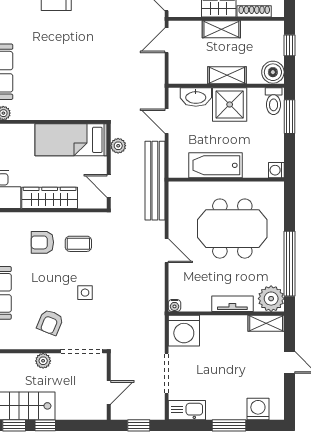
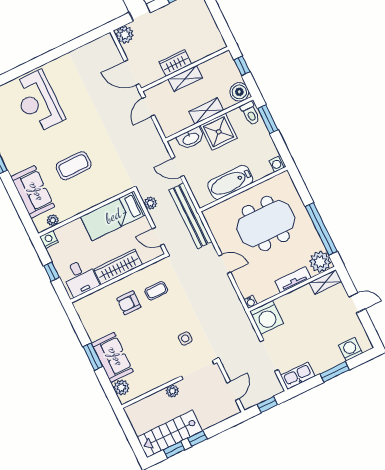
shoe rack: (254, 11) -> (203, 53), removed
coffee table: (55, 65) -> (74, 166), added
side table: (85, 293) -> (185, 338), moved
armchair: (50, 322) -> (164, 360), removed

